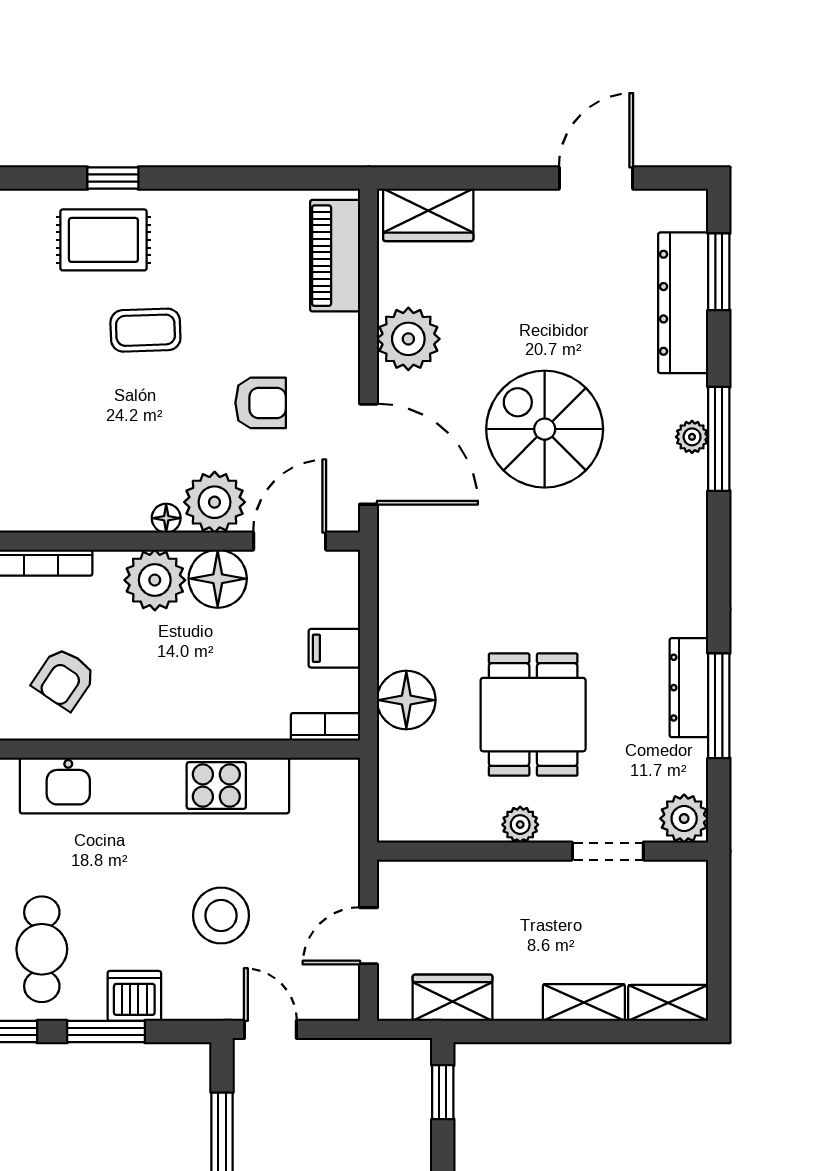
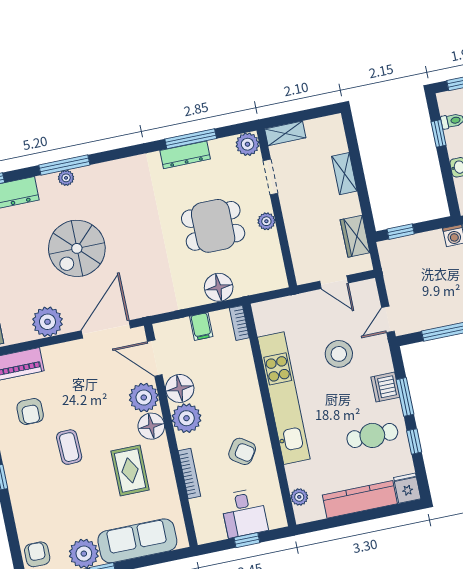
rug: (103, 240) -> (130, 470), moved
armchair: (261, 403) -> (30, 412), moved, turned 180
floor lamp: (166, 518) -> (151, 426), width x1.89, depth x1.89
shelving: (668, 1003) -> (285, 133), moved, turned 90

